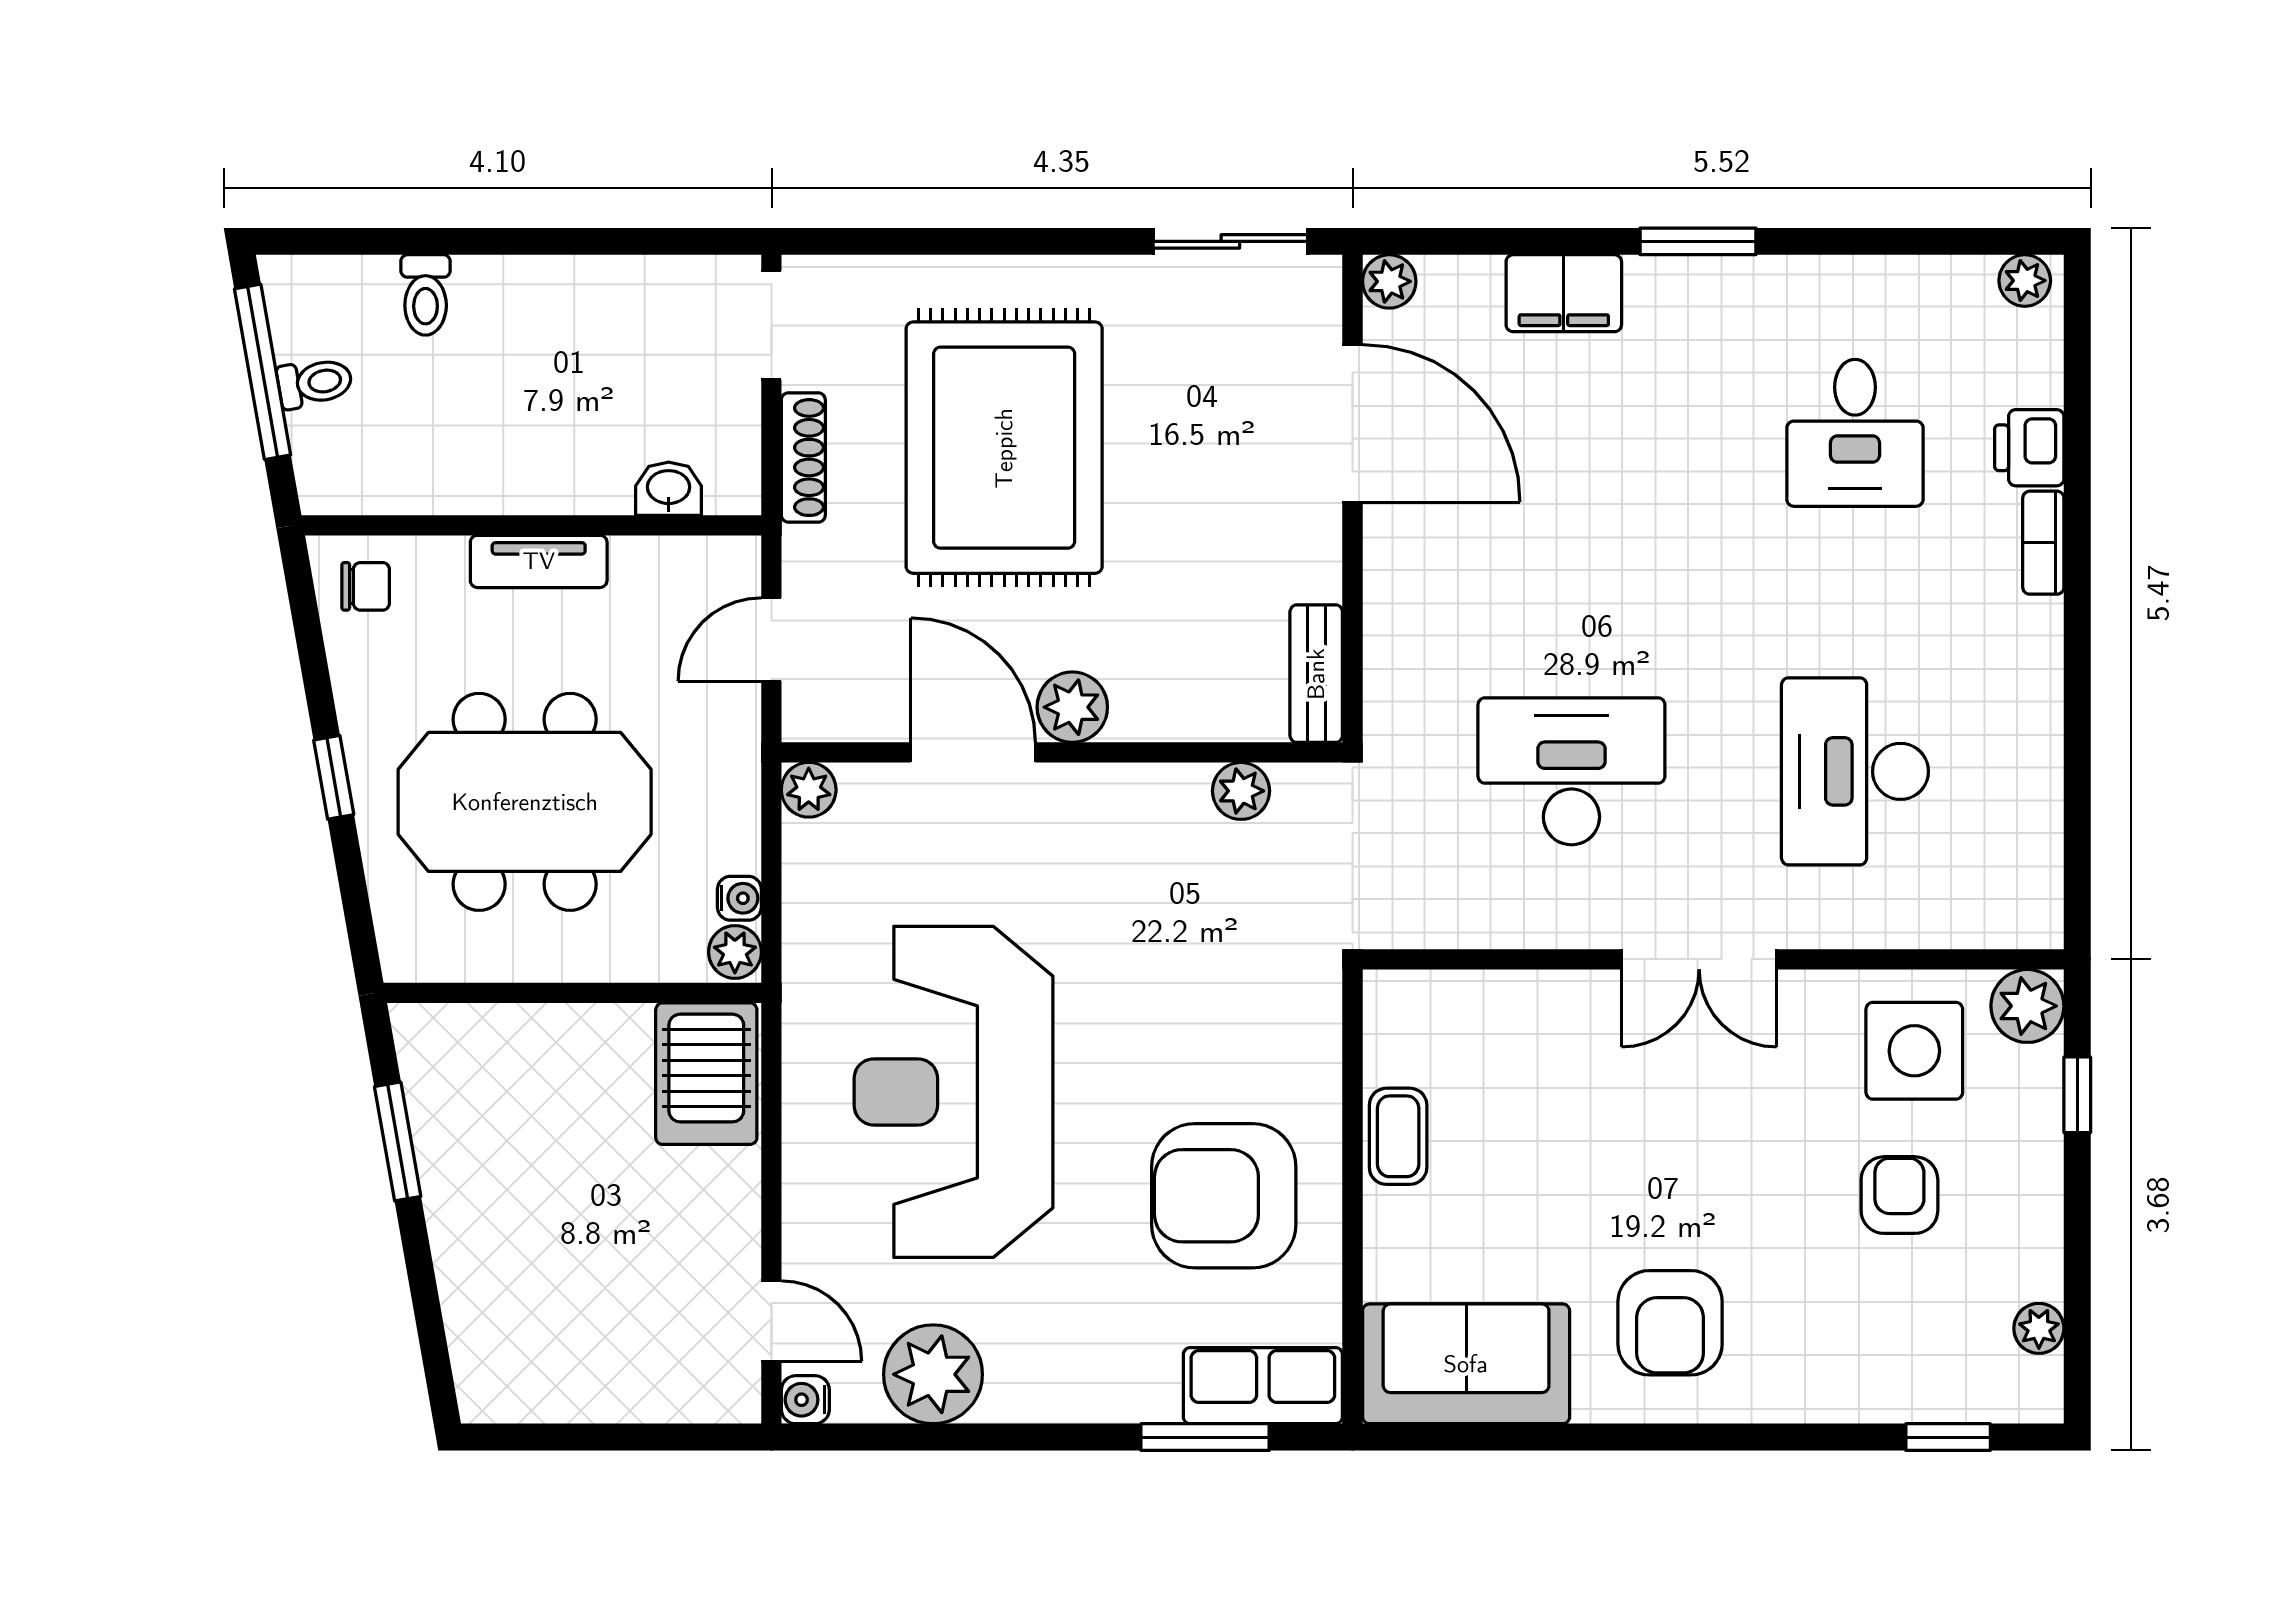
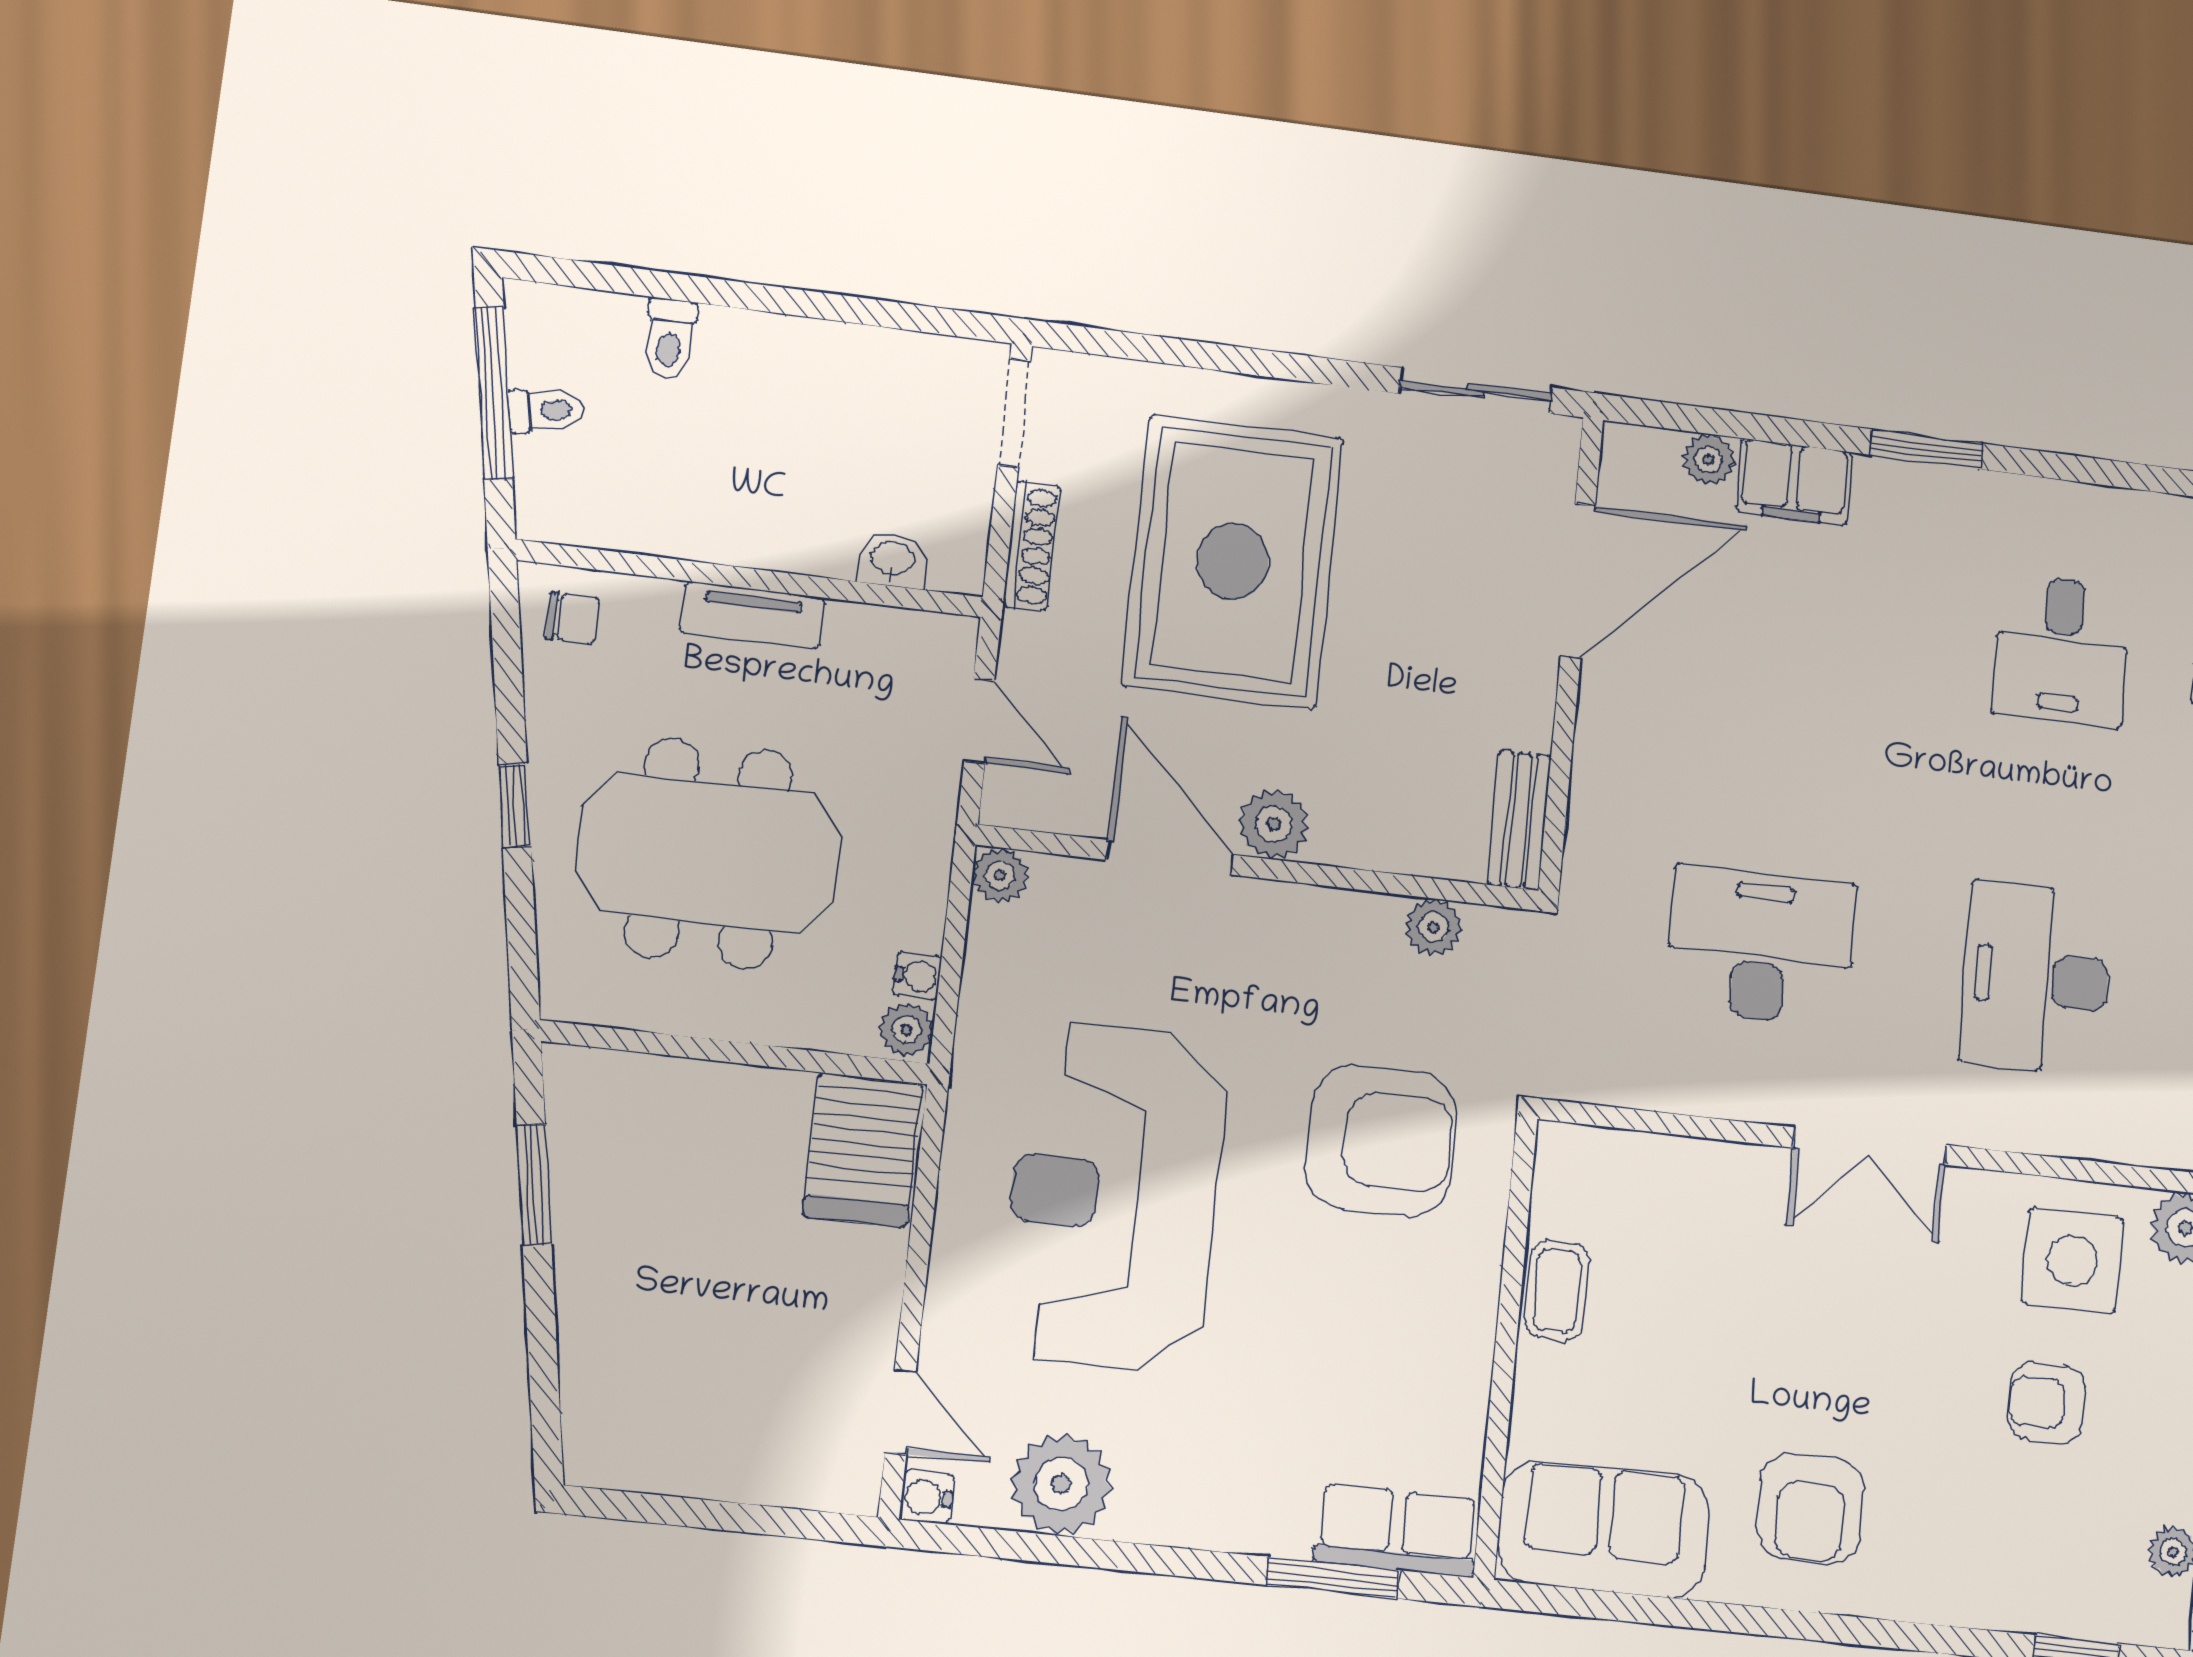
plant: (1389, 281) -> (1708, 459), moved
door: (1352, 423) -> (1578, 581), hinge flipped
door: (771, 639) -> (979, 721), swing flipped
armchair: (1899, 1195) -> (2047, 1403), turned -90
armchair: (1224, 1196) -> (1381, 1141), moved, turned 180

